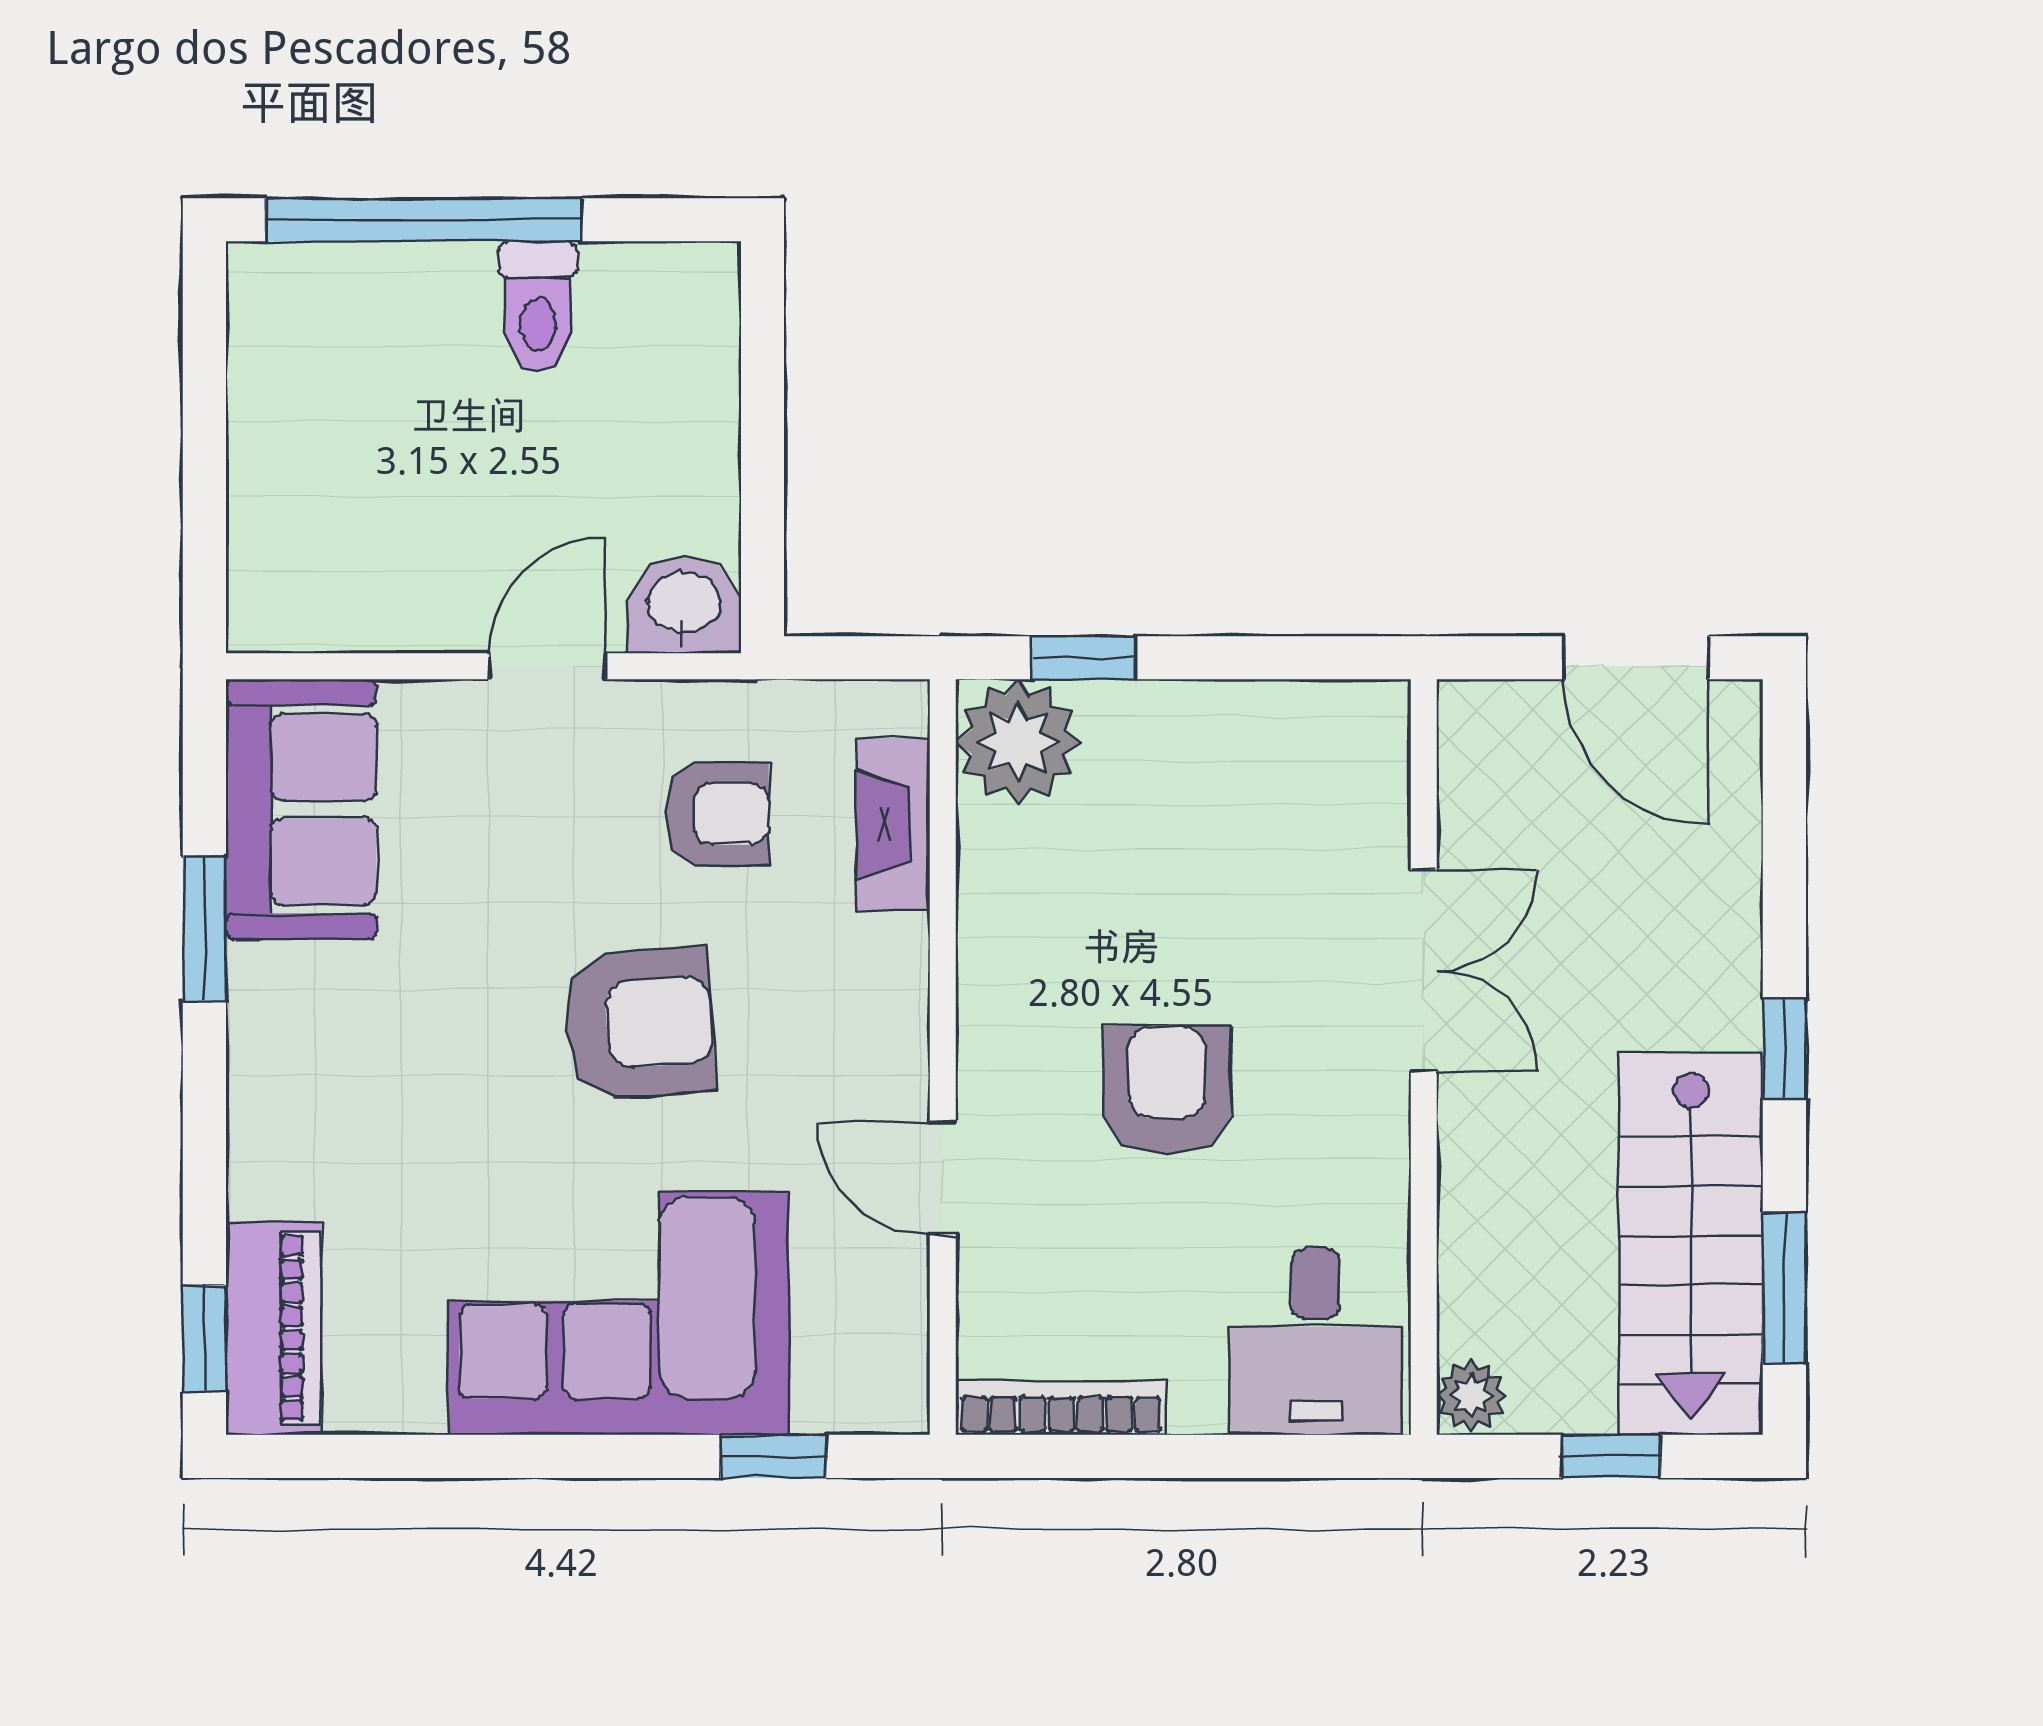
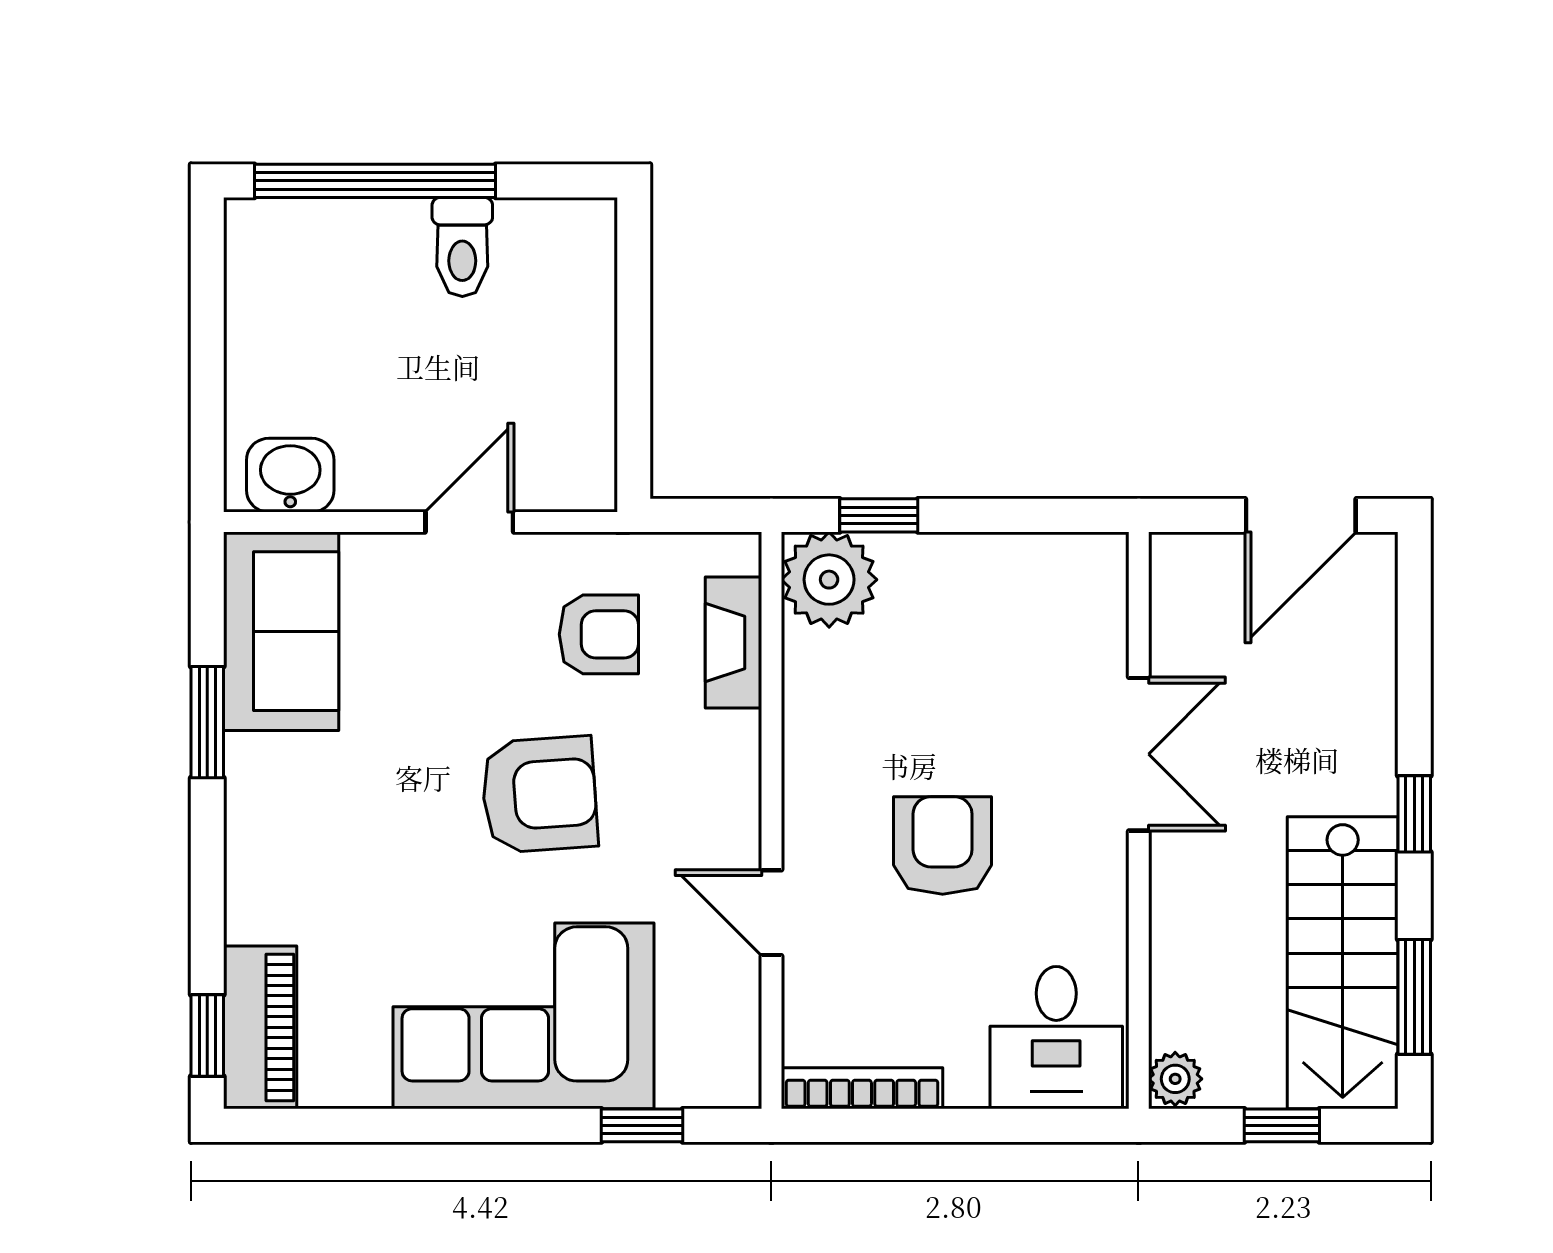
washbasin: (684, 605) -> (290, 475), moved
door: (1636, 658) -> (1301, 515), hinge flipped

